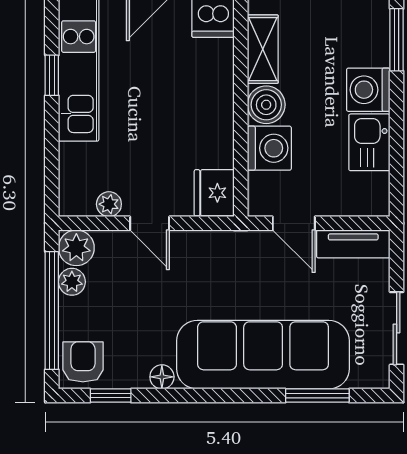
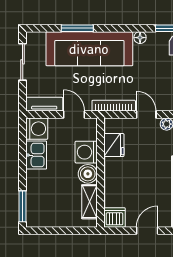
washing machine: (368, 90) -> (37, 129), moved
fridge: (214, 193) -> (114, 145), moved
bookcase: (215, 241) -> (114, 106), added
window: (317, 396) -> (77, 28), moved

